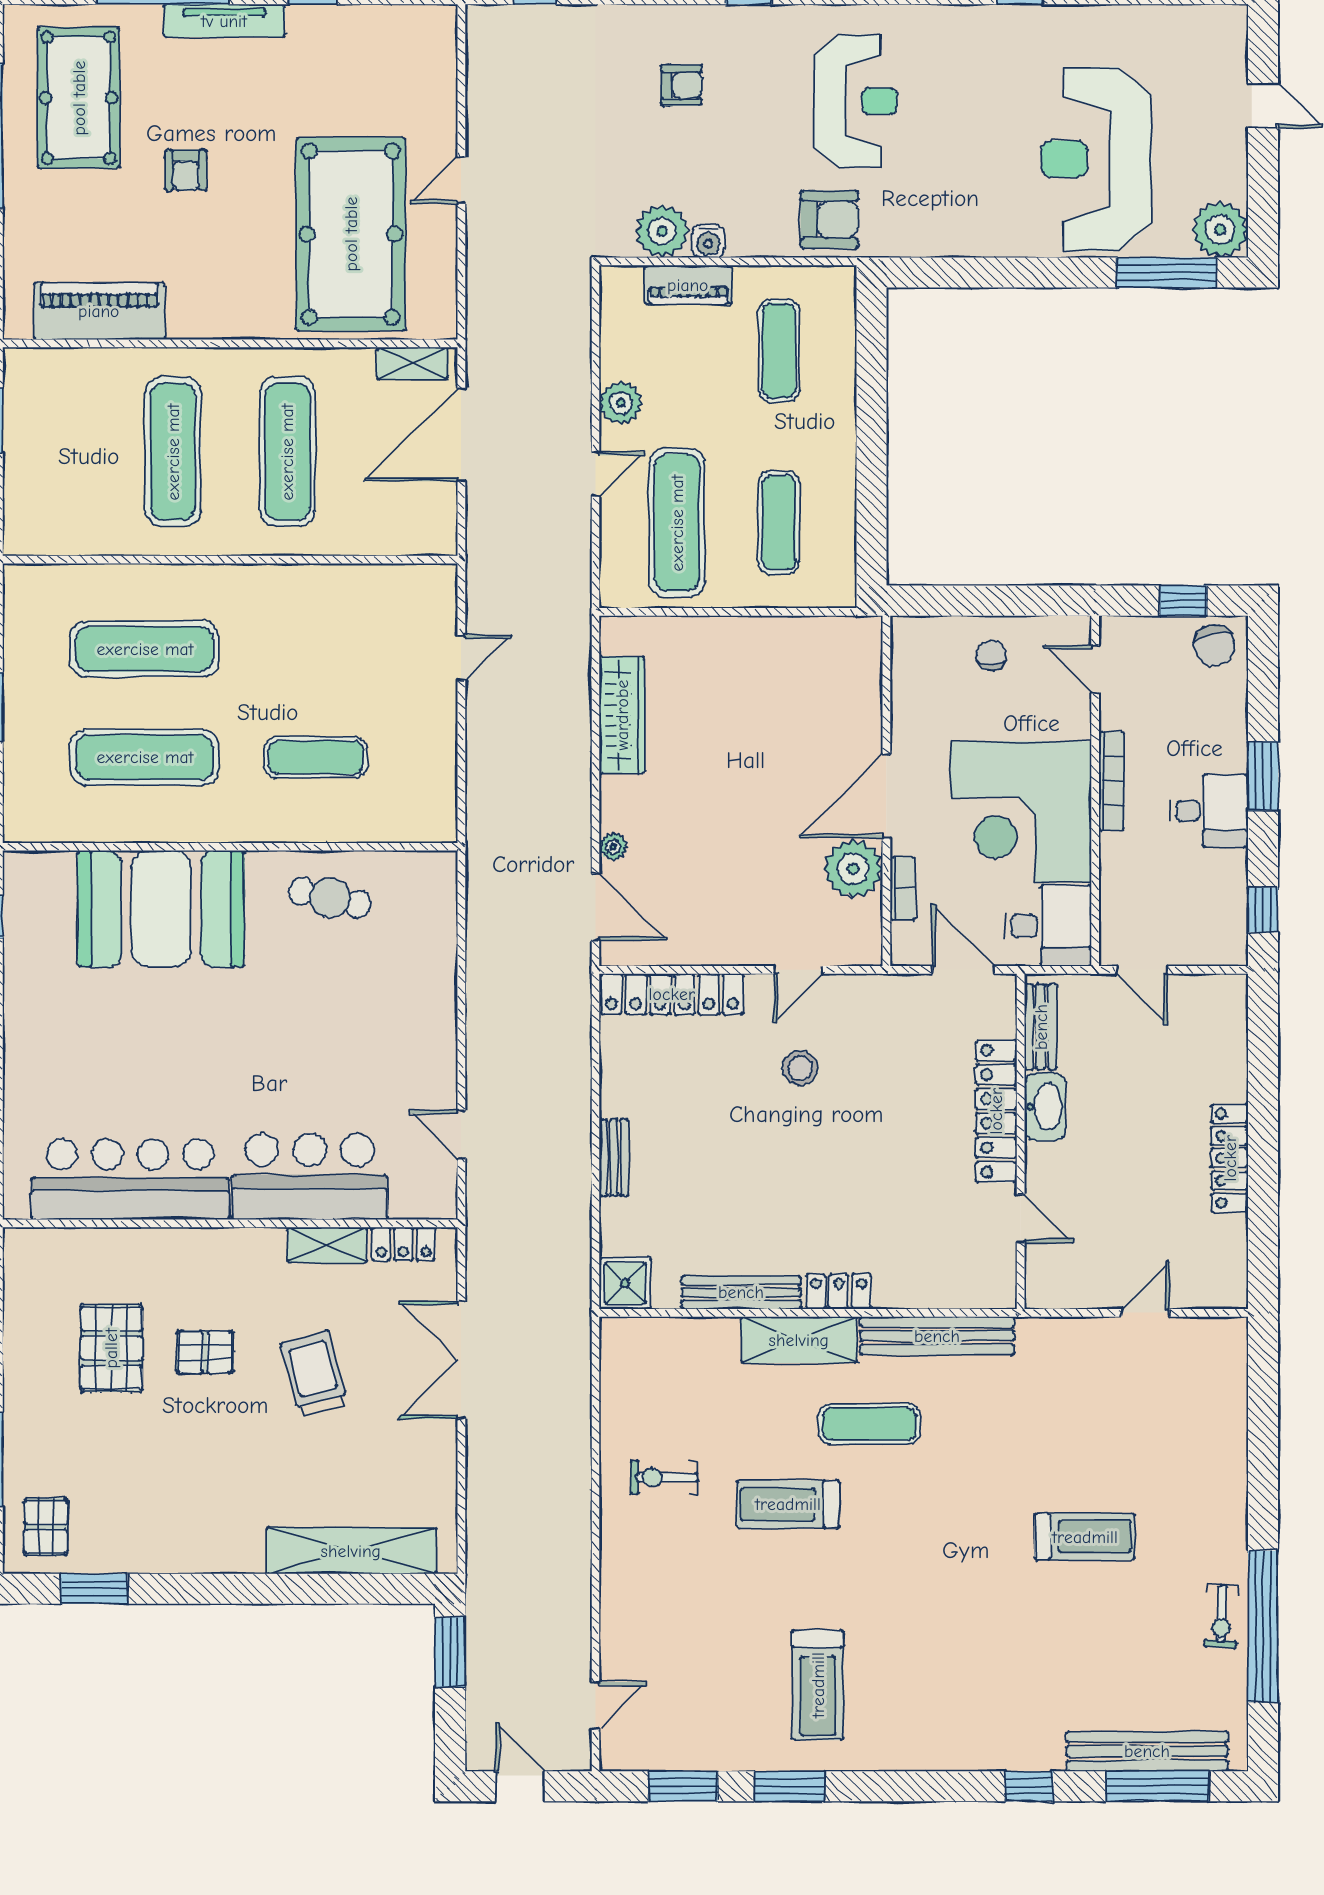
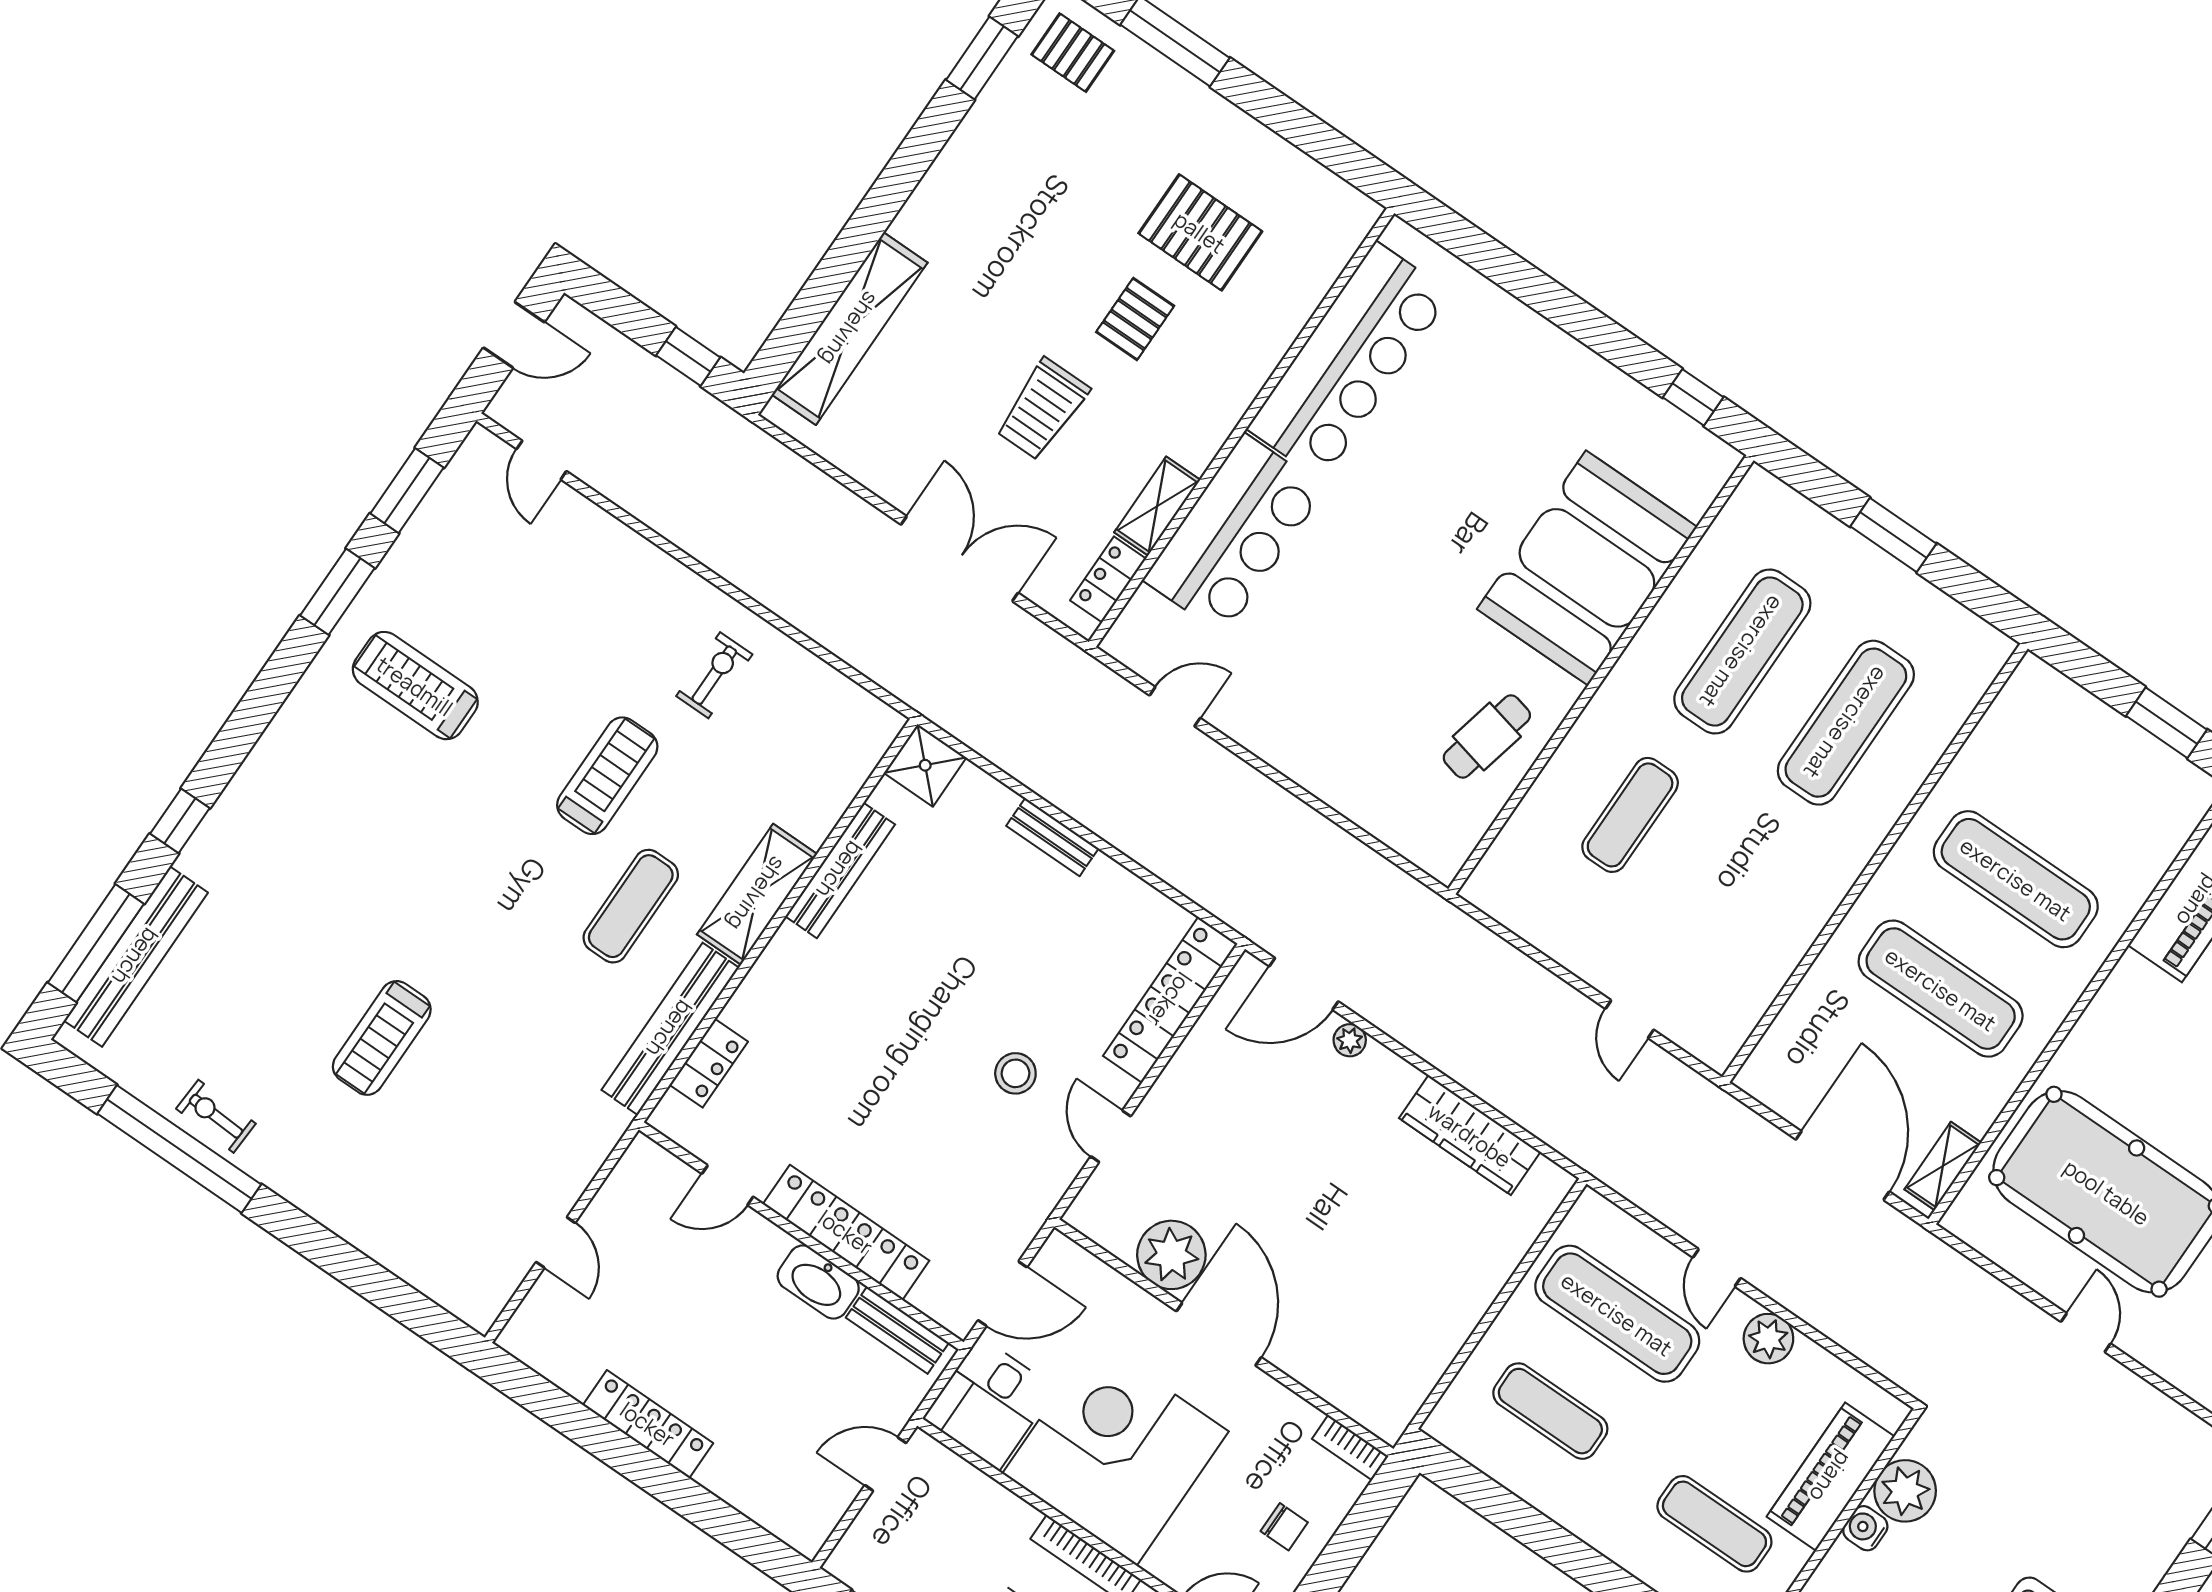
piano: (688, 285) -> (1831, 1477), width x1.37, depth x1.33
bookcase: (903, 888) -> (1350, 1448), moved
locker: (839, 1292) -> (709, 1063), moved
trolley: (314, 1374) -> (1042, 409), turned 105
window: (450, 1652) -> (688, 356), width x0.67

